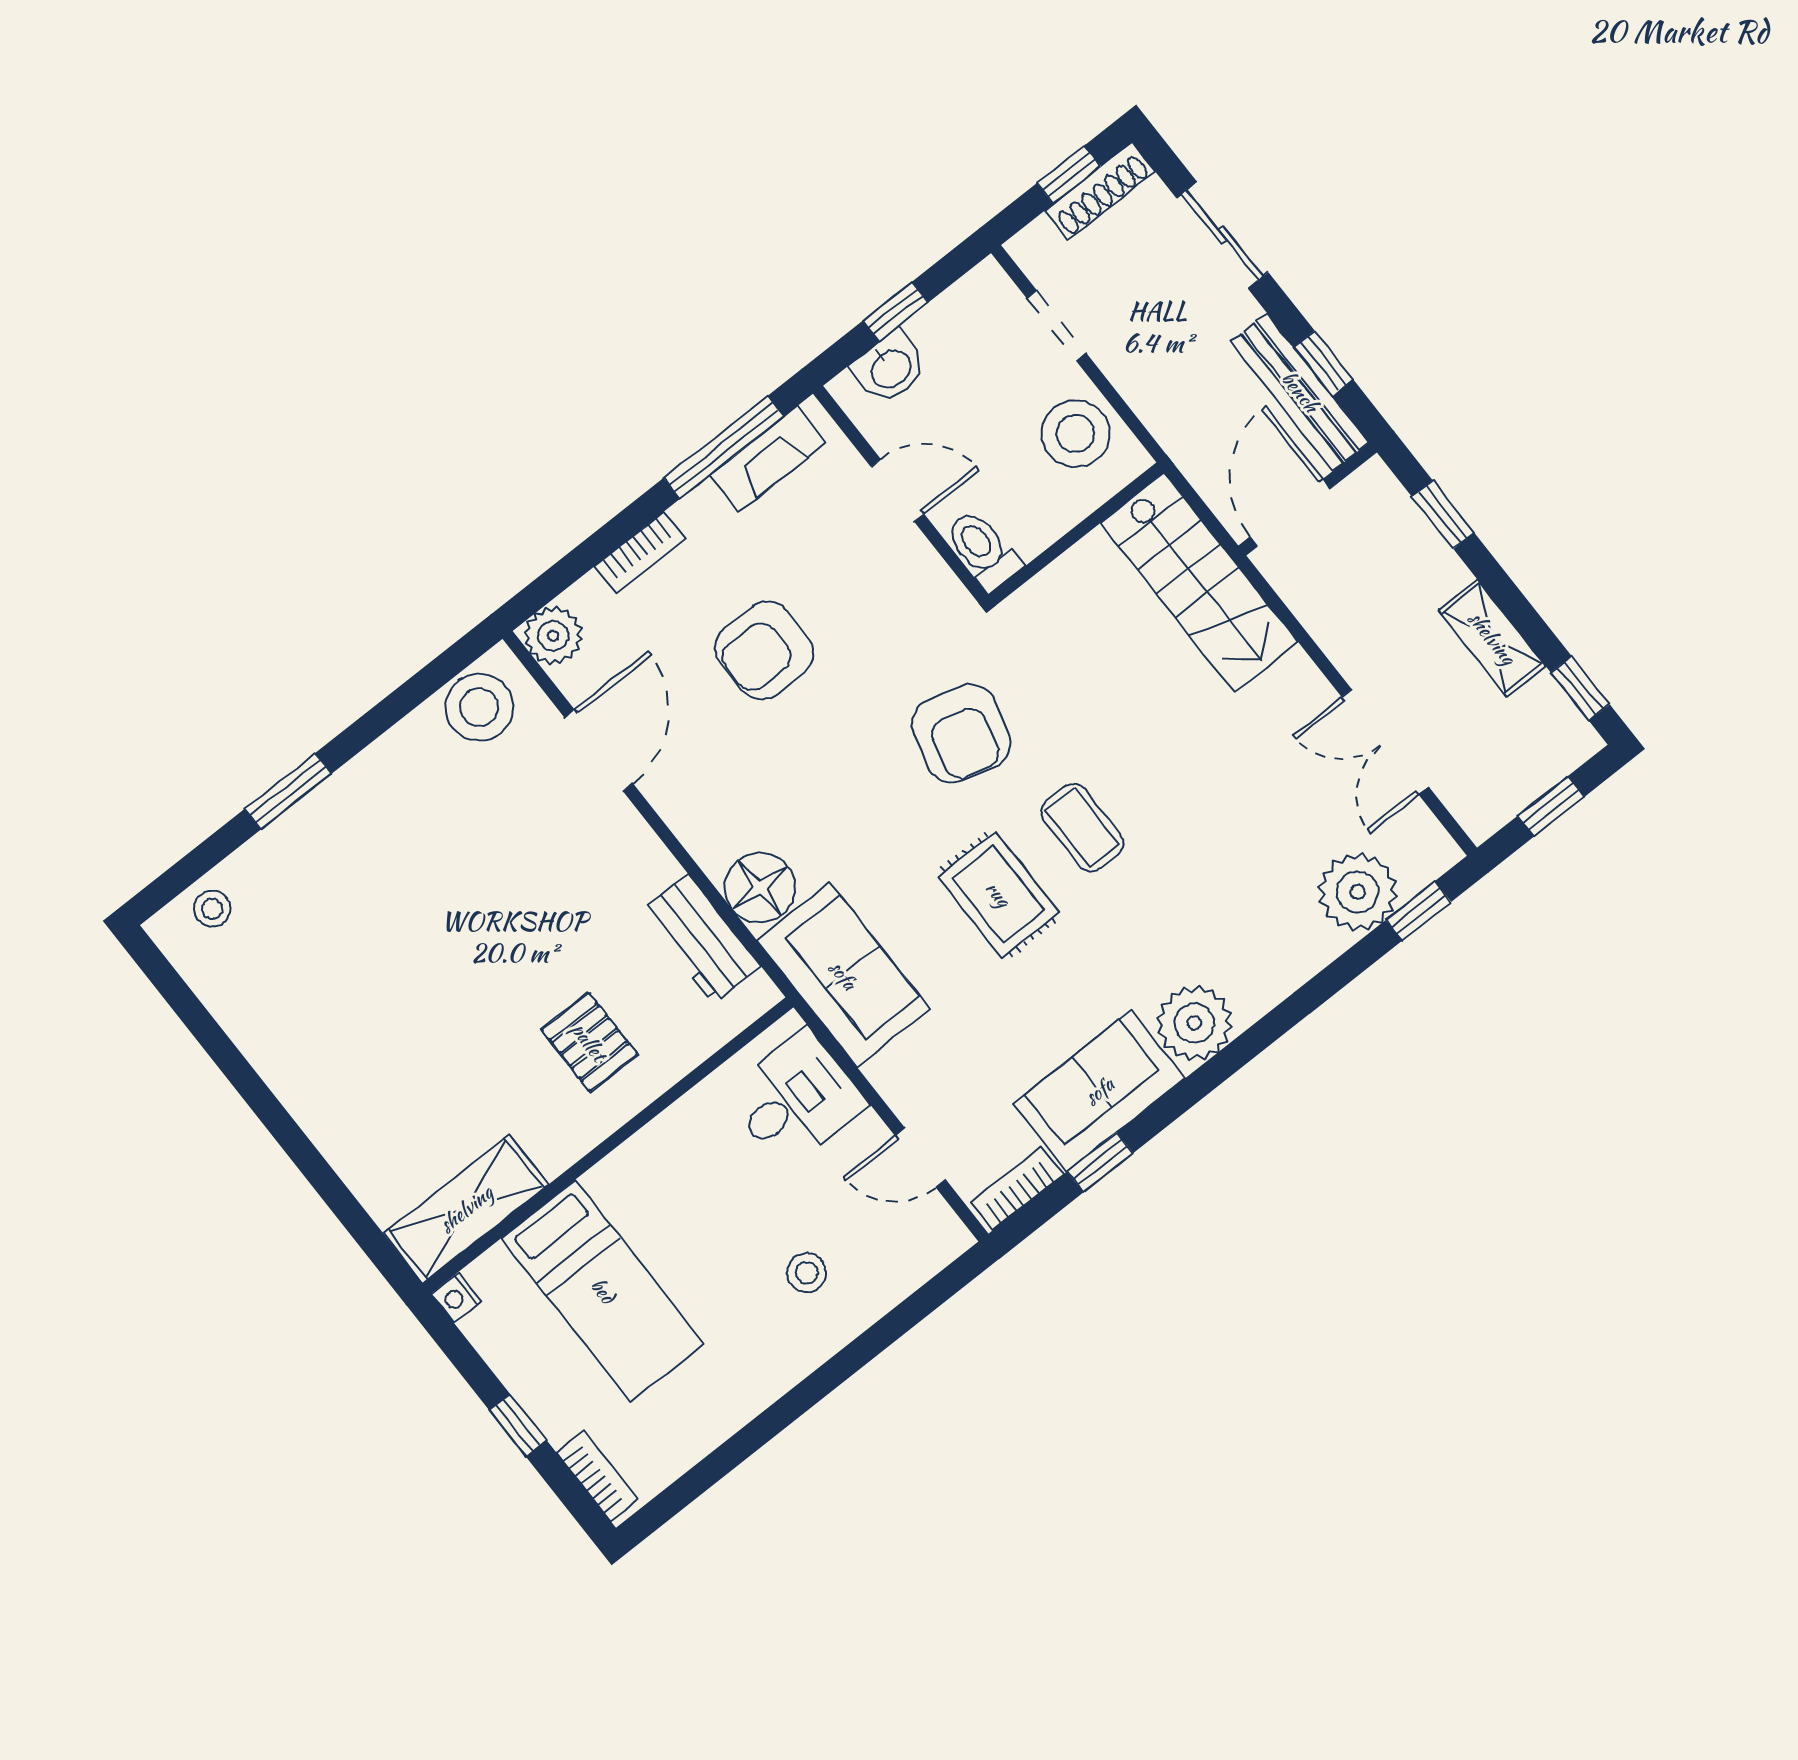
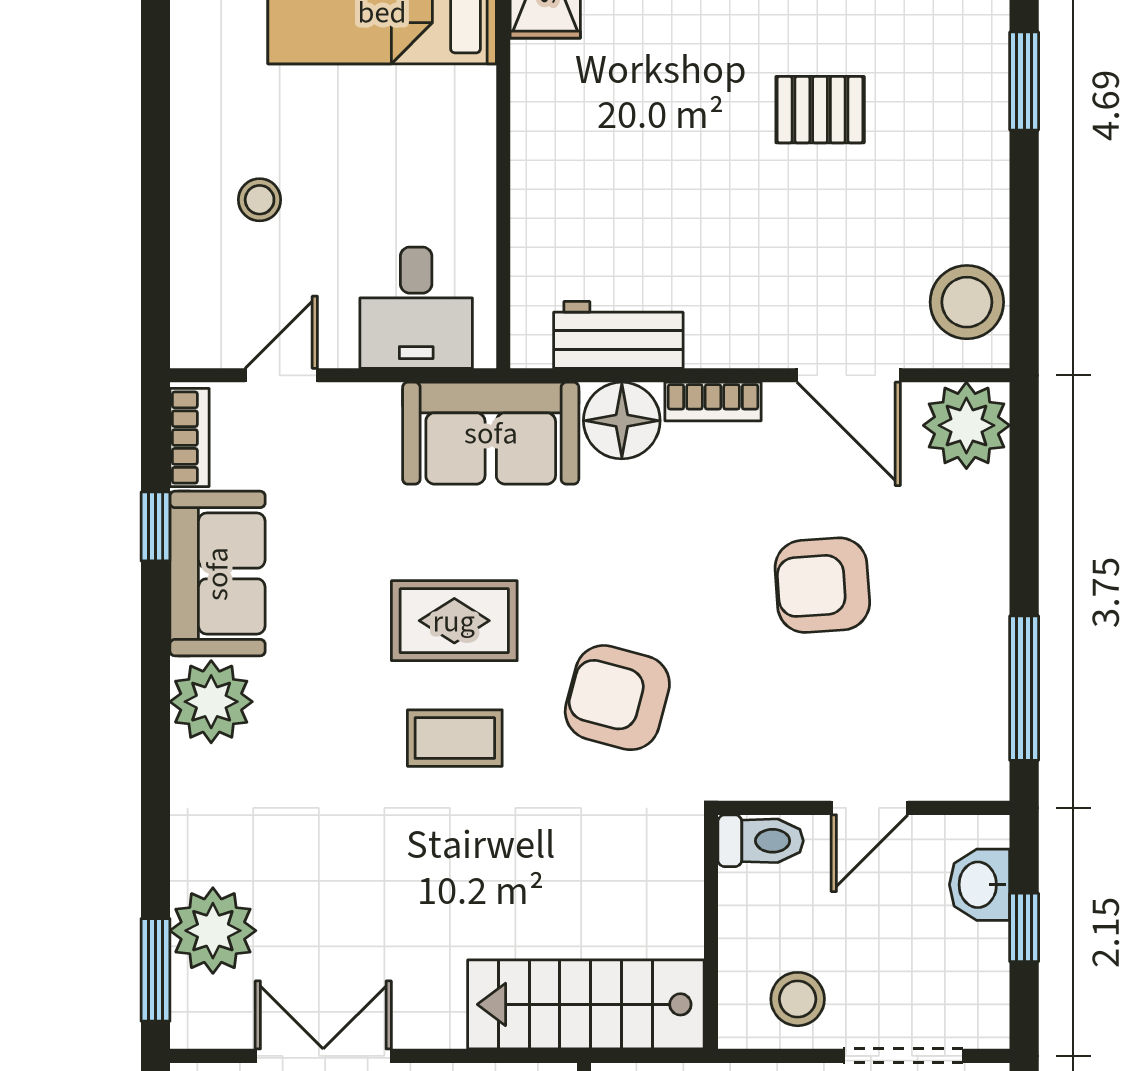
doorway: (1056, 326) -> (903, 1056), width x1.38
stool: (1075, 434) -> (798, 999), width x0.73, depth x0.73
fireplace: (768, 459) -> (984, 718), removed
bookcase: (640, 553) -> (713, 401), moved, turned -90
plant: (553, 636) -> (966, 425), width x1.36, depth x1.36
armchair: (764, 650) -> (822, 585), turned -94
window: (1418, 911) -> (155, 970), width x1.50
pallet: (589, 1042) -> (820, 110), moved

